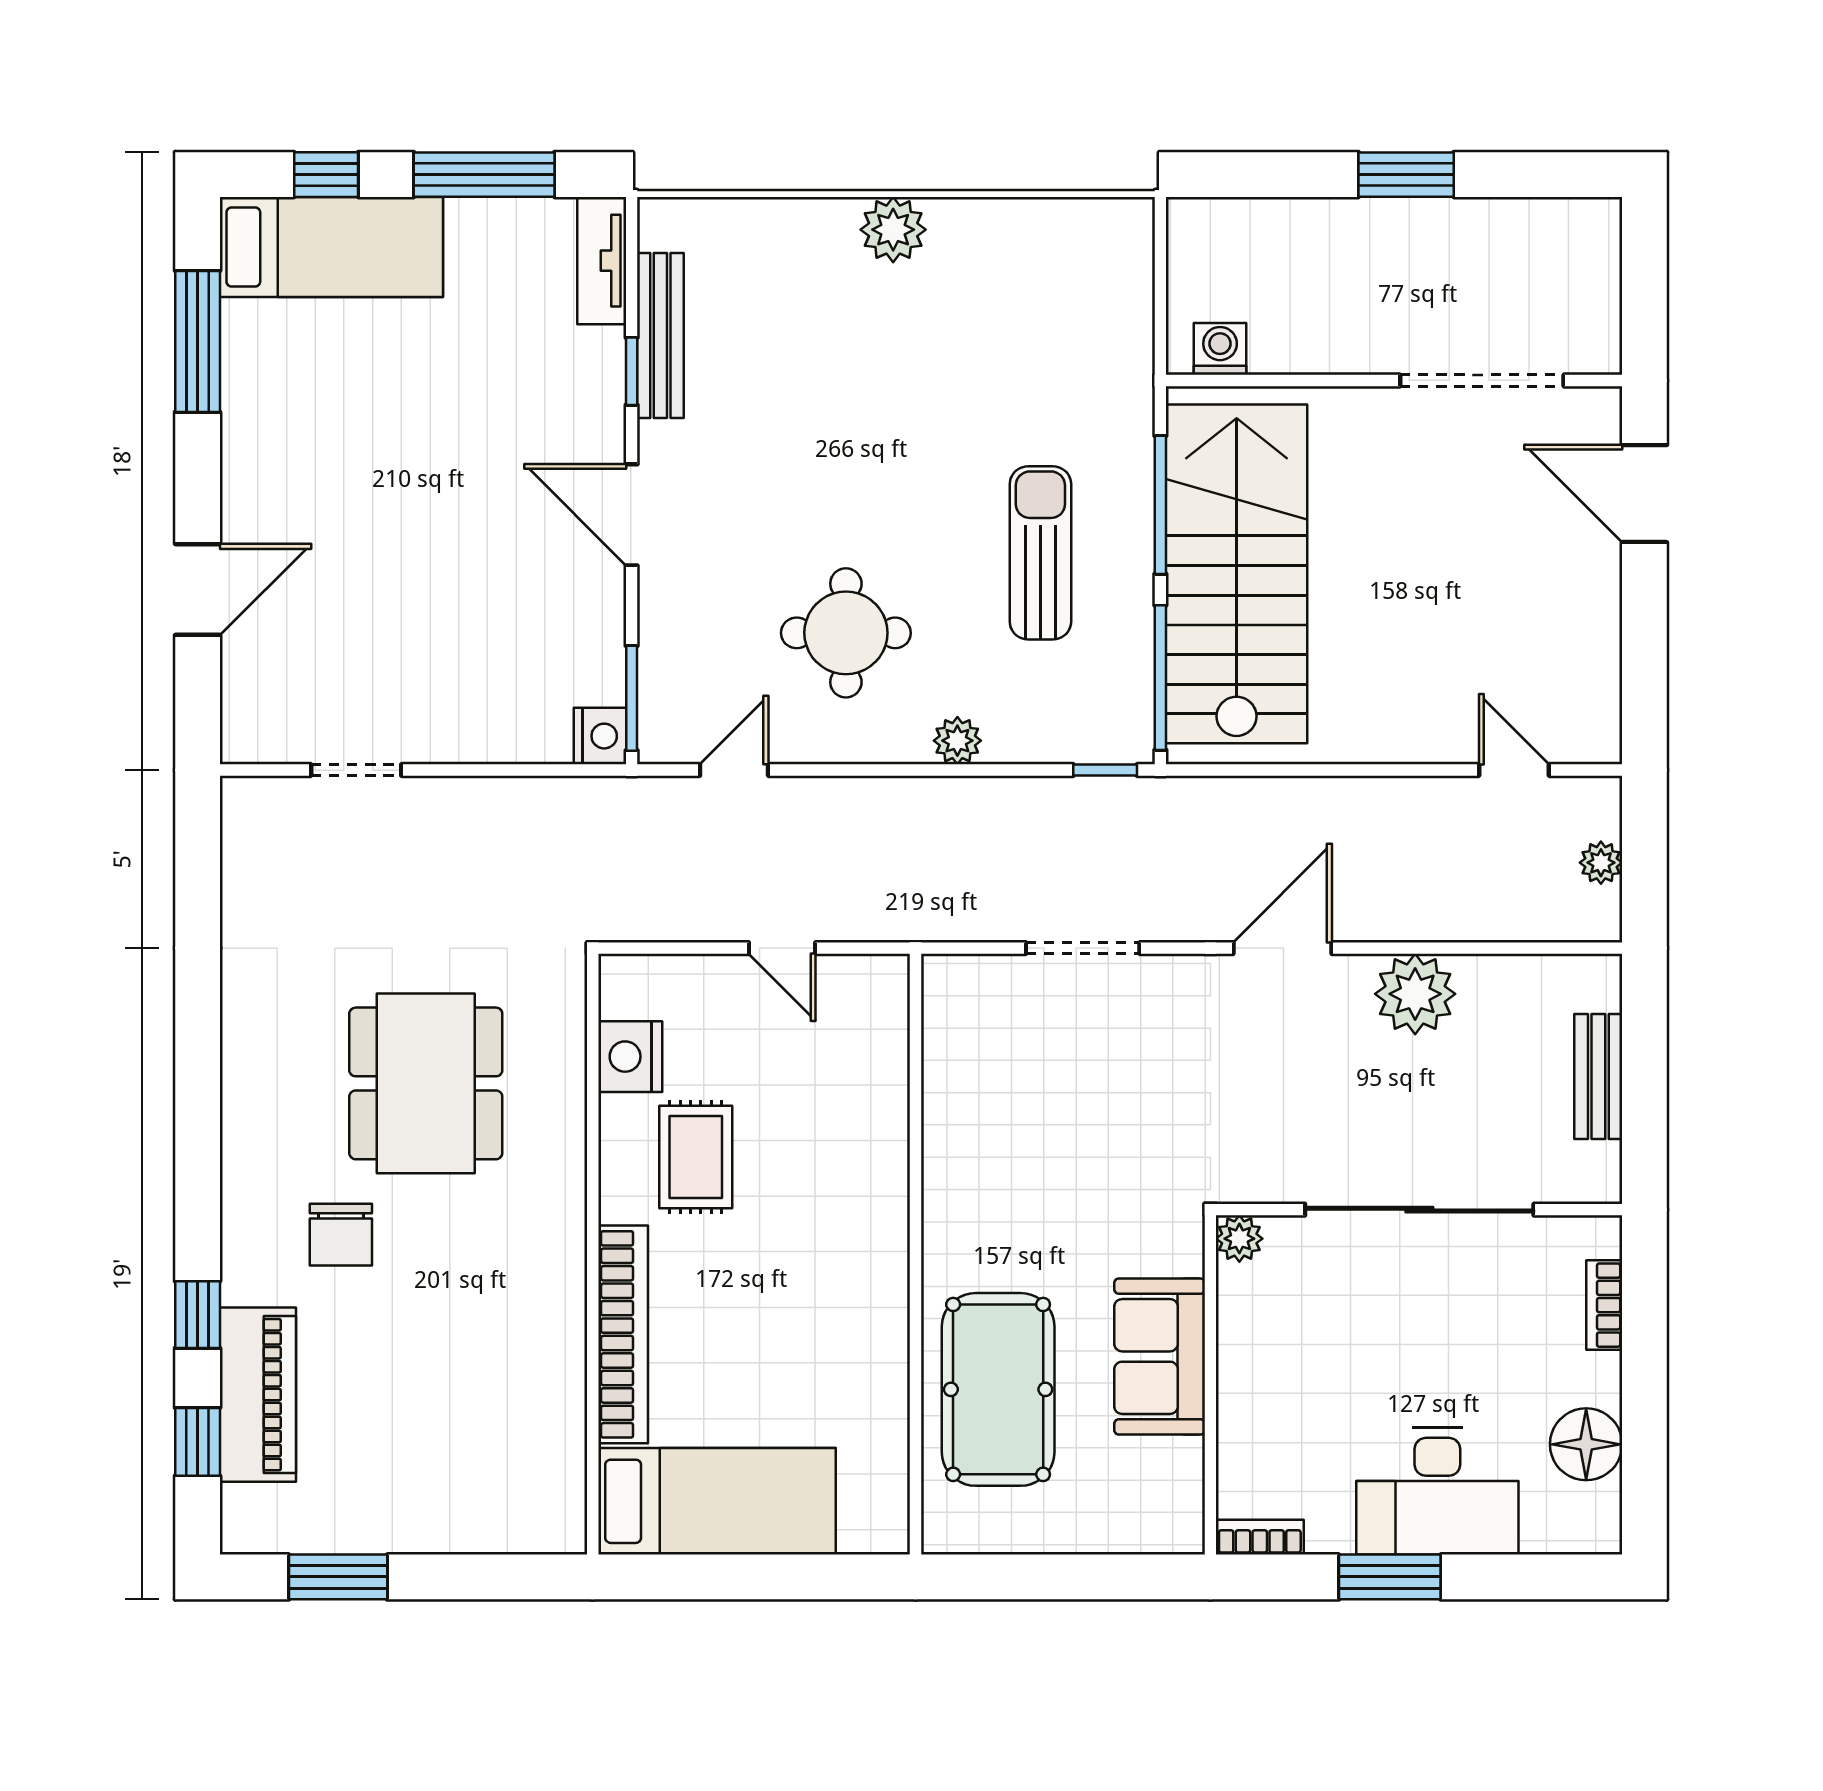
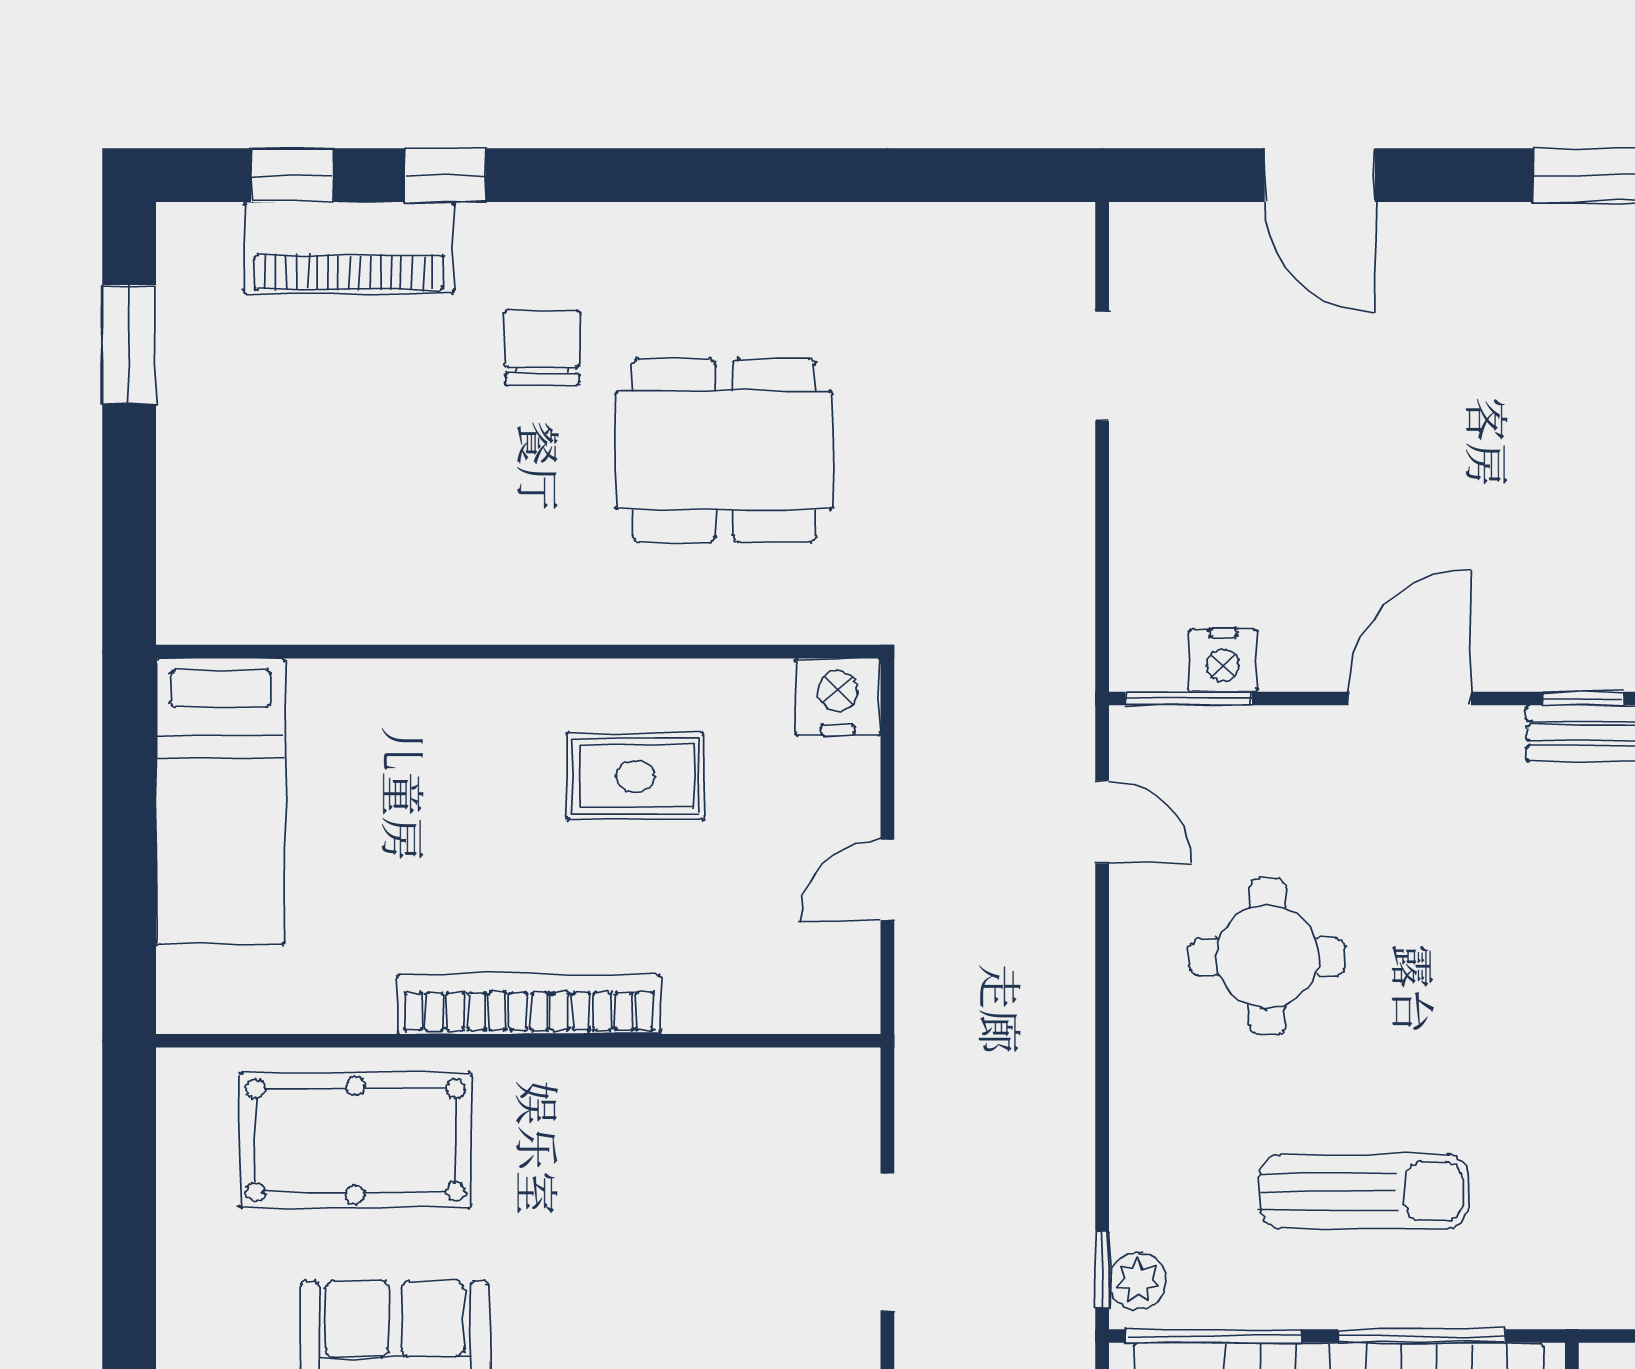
nightstand: (600, 736) -> (1223, 660), moved
plant: (957, 741) -> (1138, 1281), moved
nightstand: (630, 1057) -> (838, 697), moved
chair: (341, 1235) -> (542, 348), turned 90
bookcase: (623, 1334) -> (529, 1004), moved, turned 180

